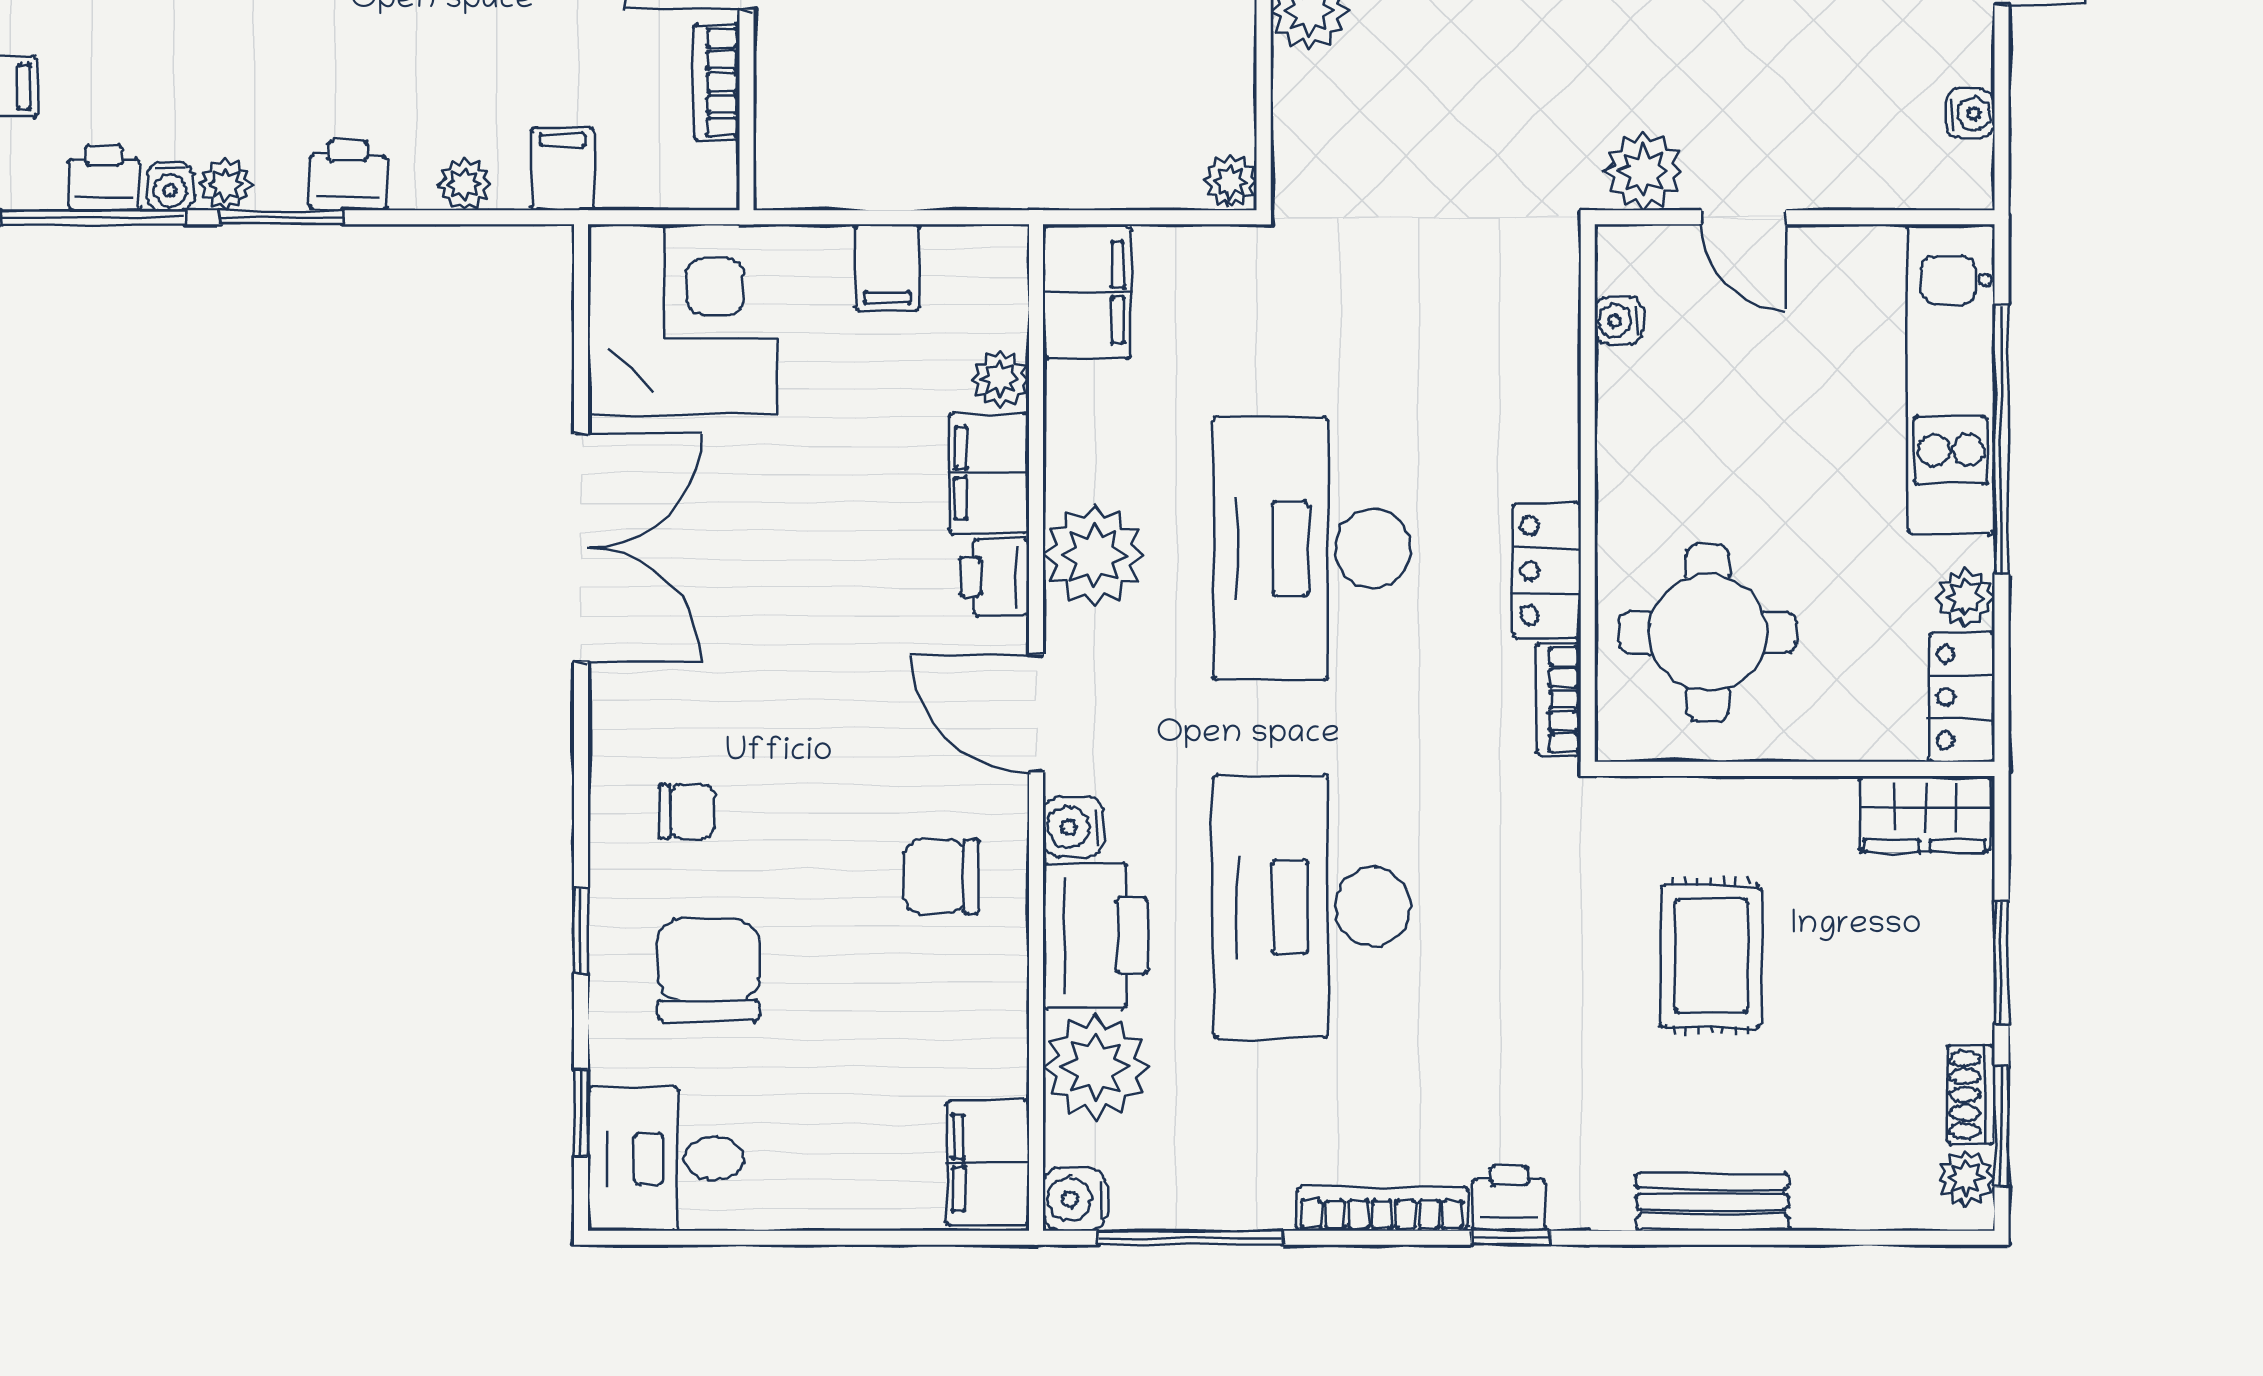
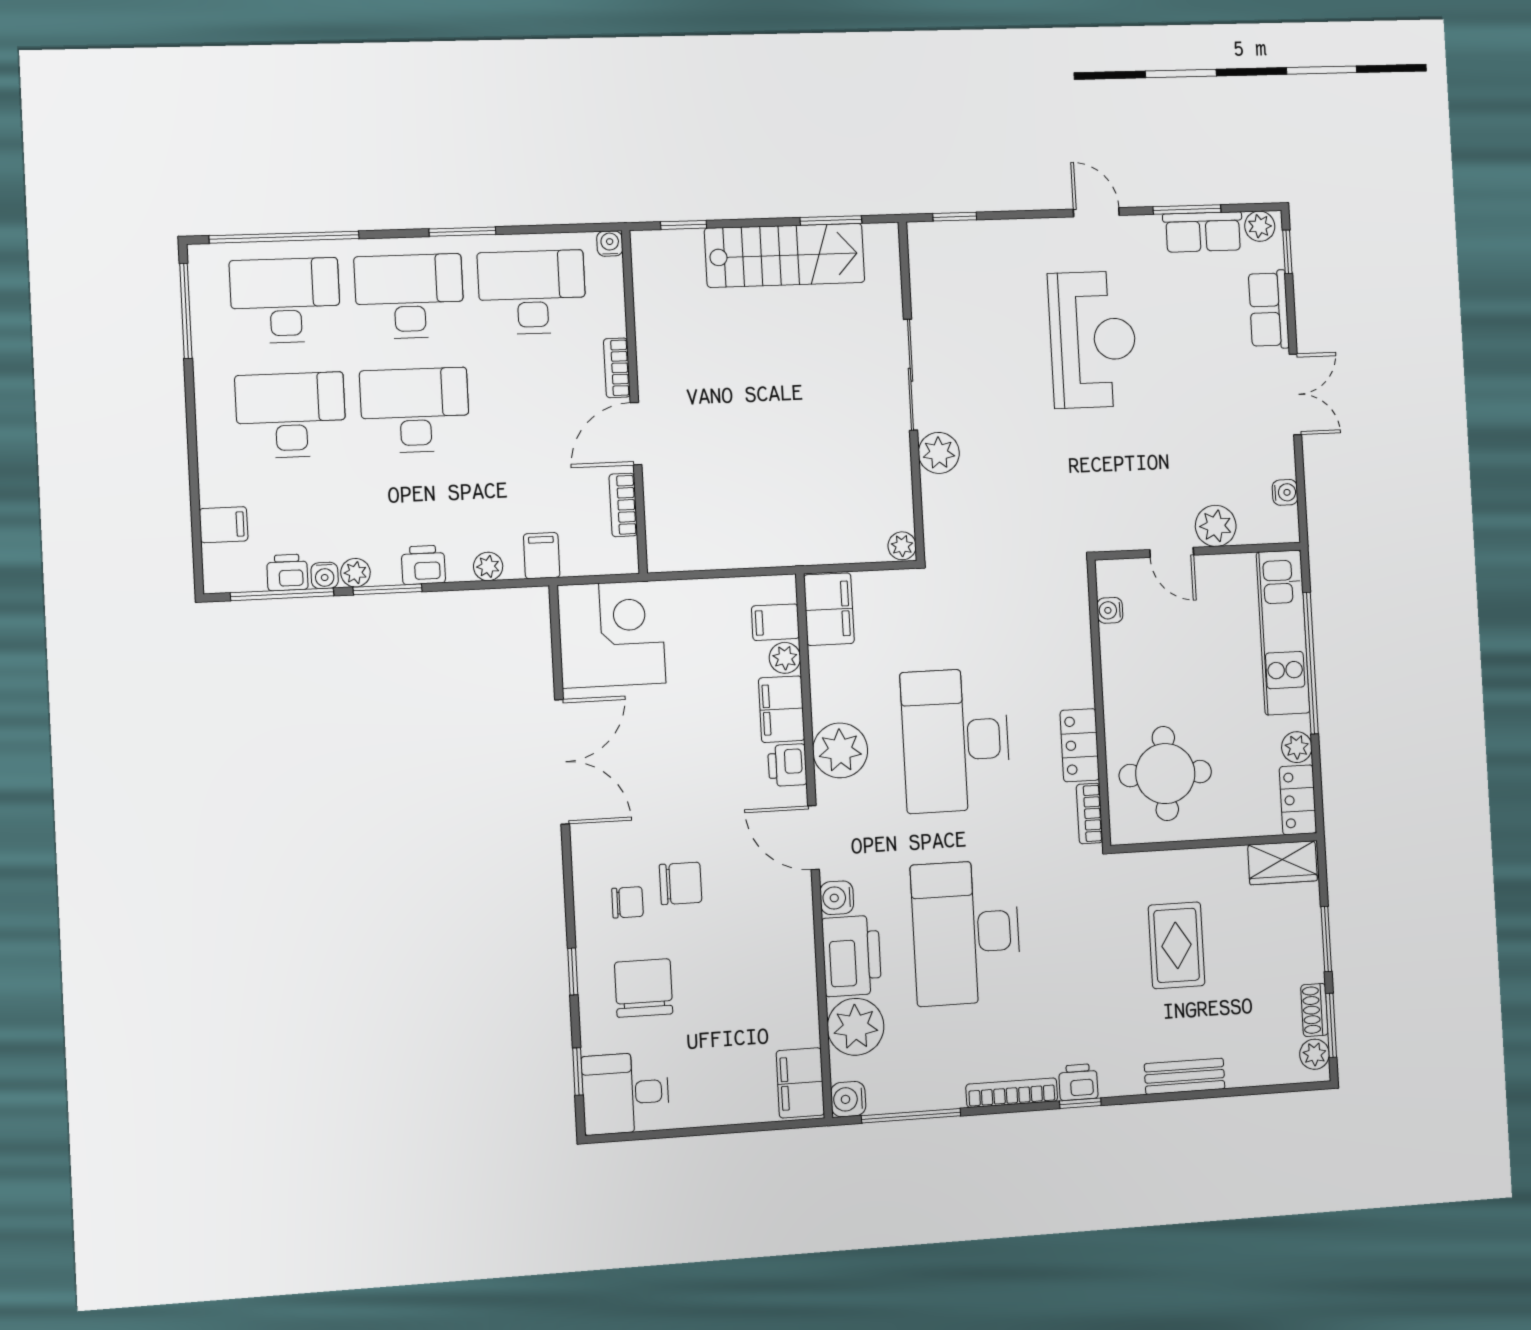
plant: (1644, 171) -> (1216, 526), moved
filing cabinet: (888, 267) -> (775, 622), moved, turned 90
chair: (941, 877) -> (681, 883), moved, turned 180

